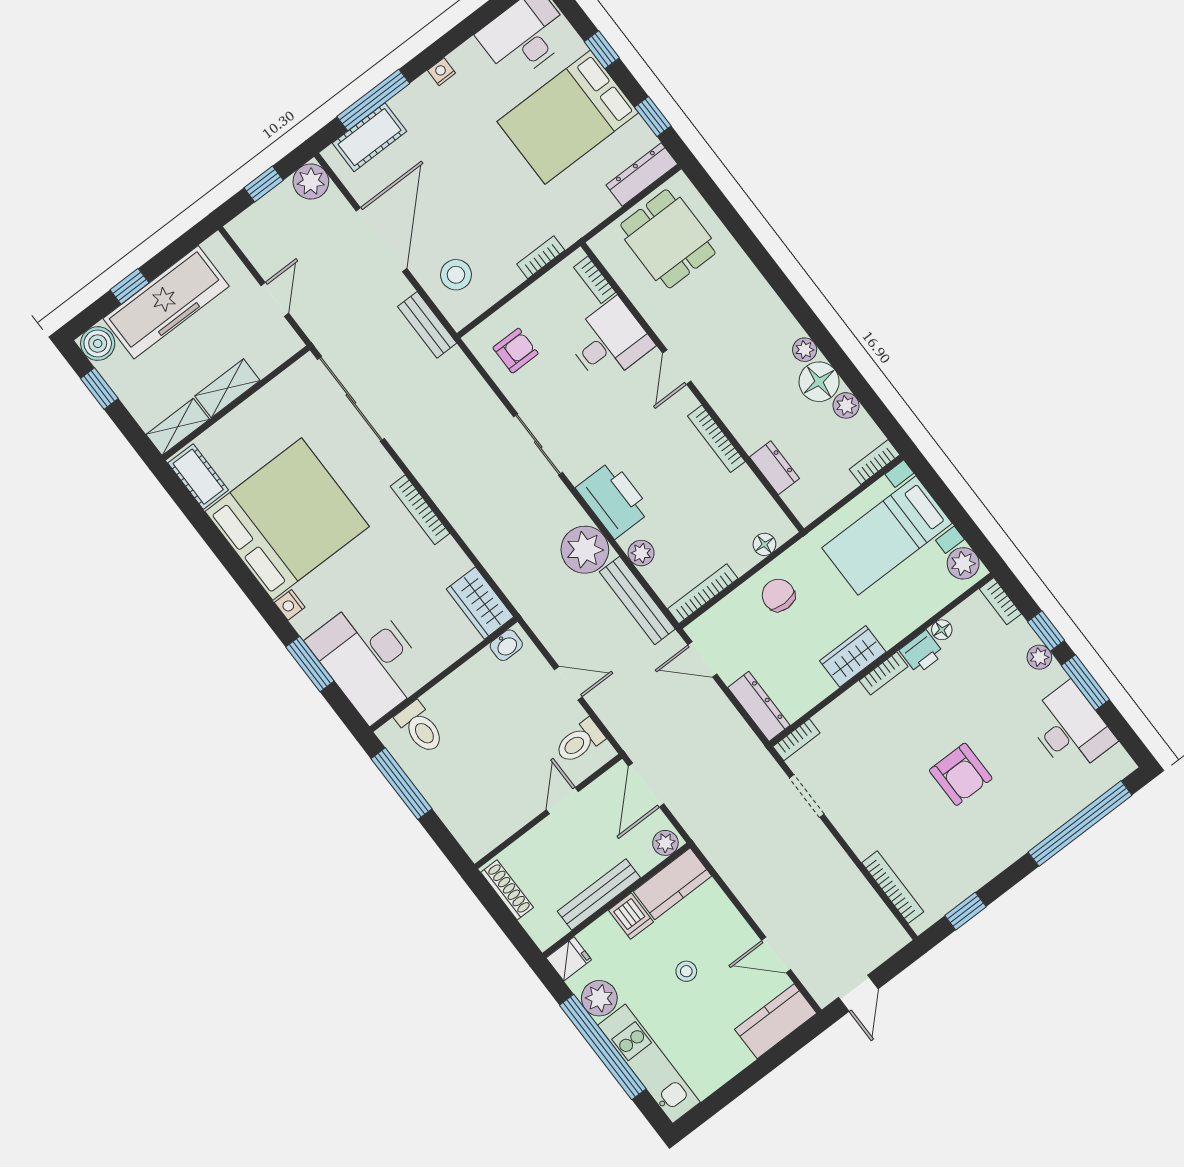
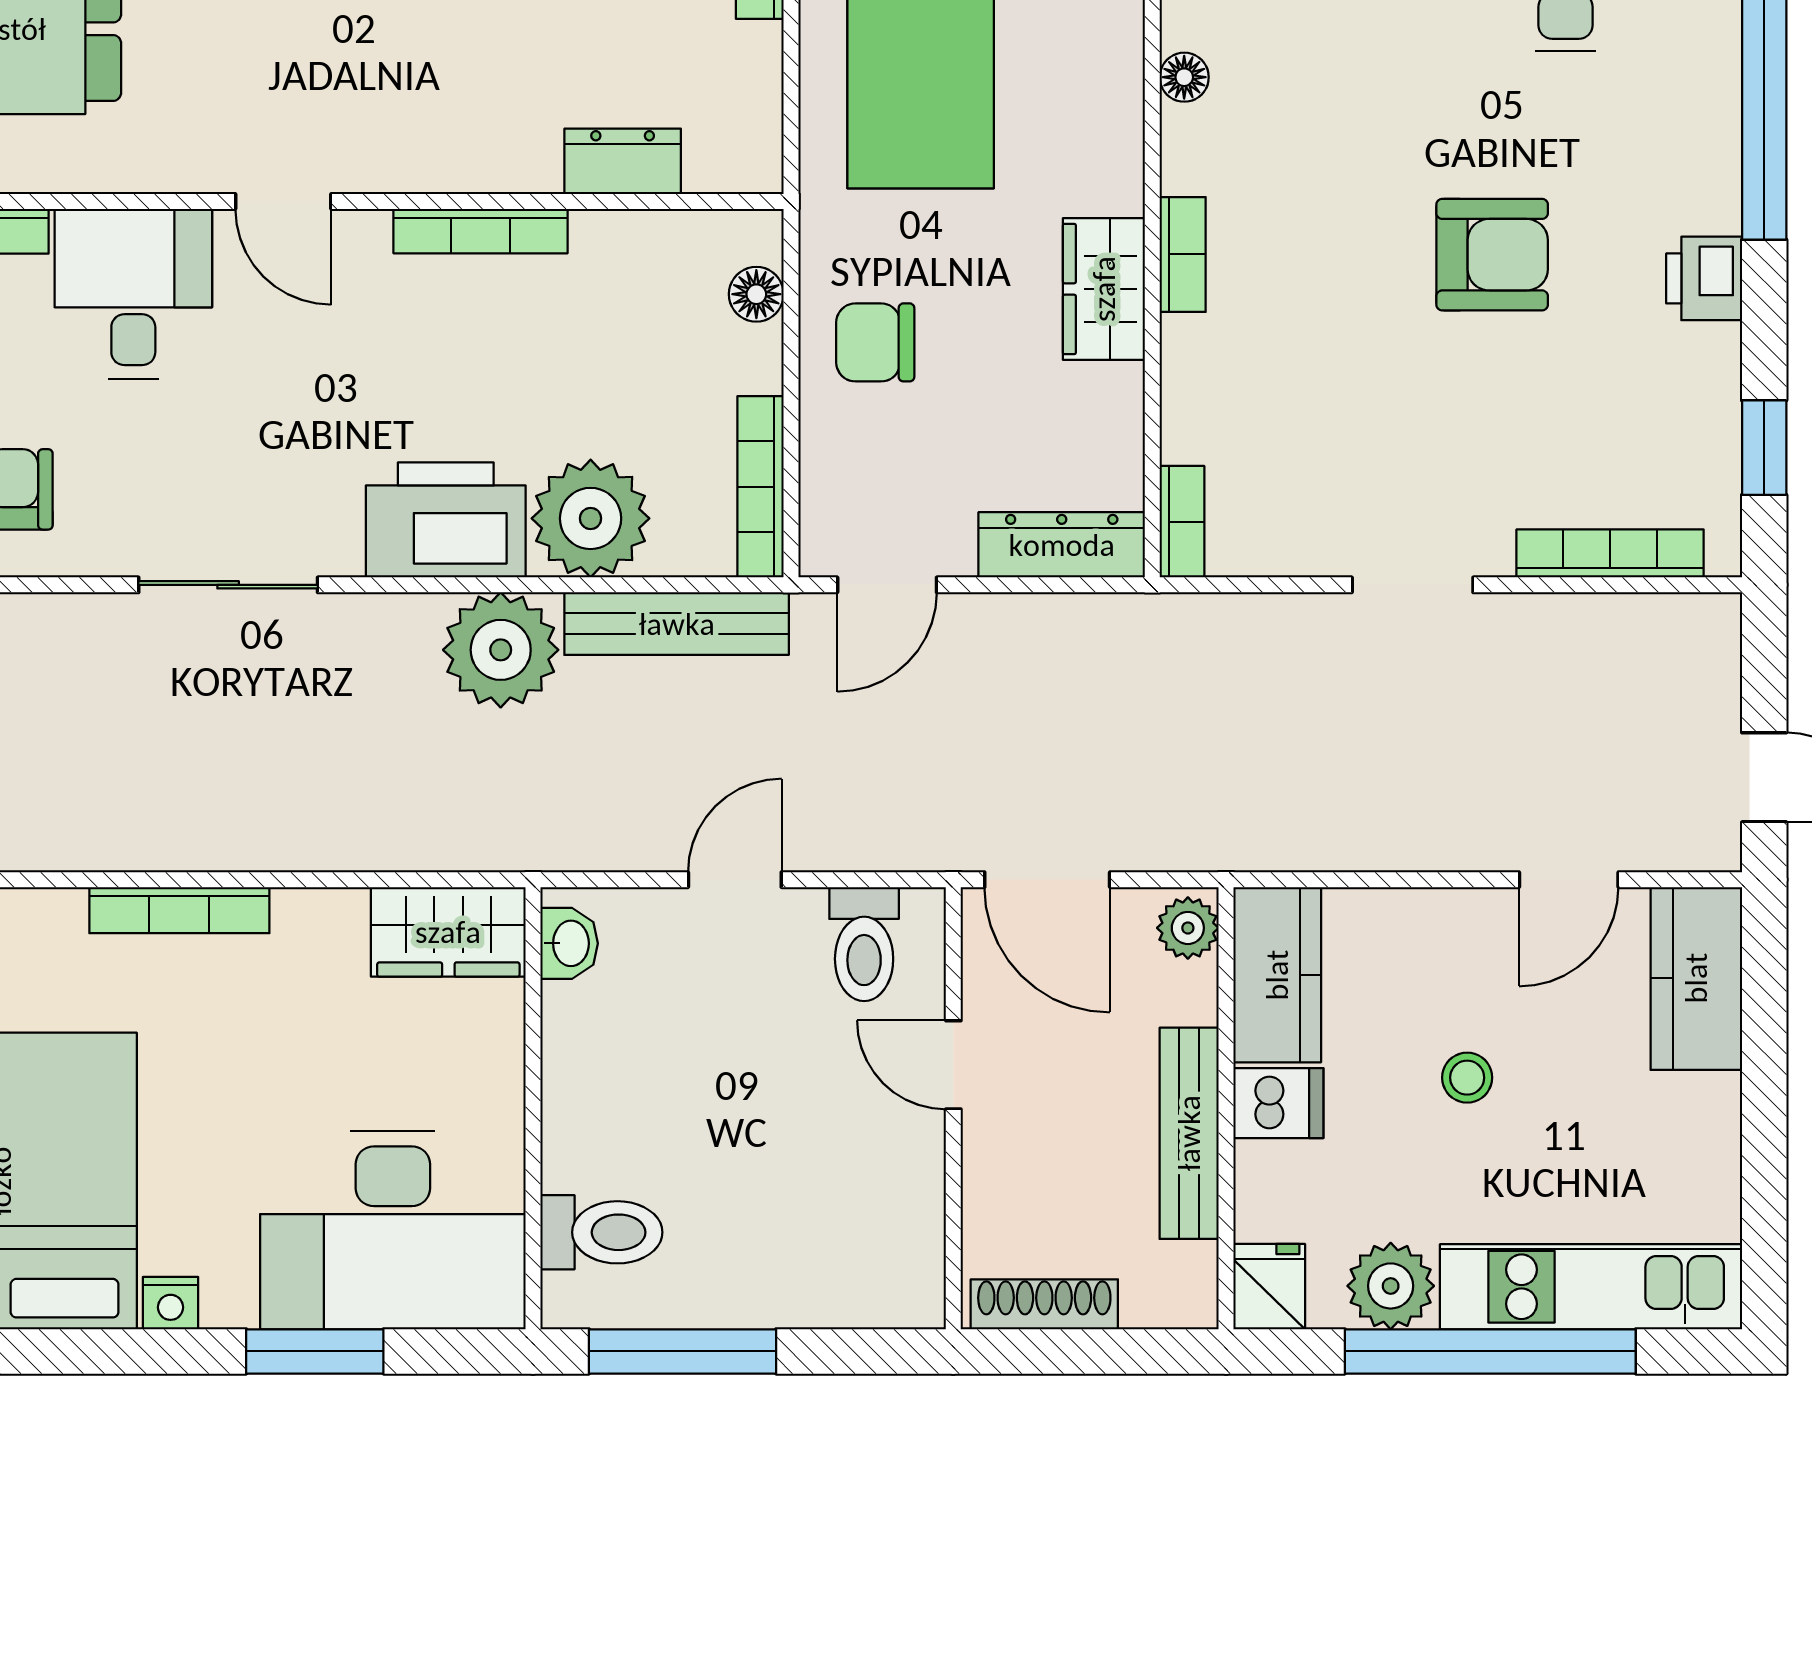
plant: (641, 553) -> (591, 518), width x1.87, depth x1.87
printer: (922, 652) -> (1704, 278), moved, turned 180
doorway: (807, 796) -> (1413, 585), moved

